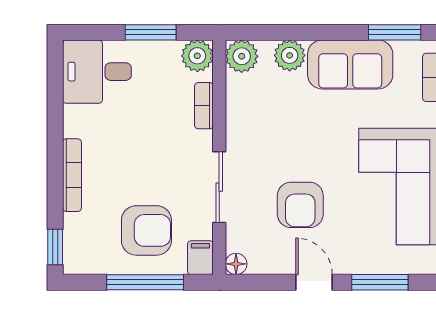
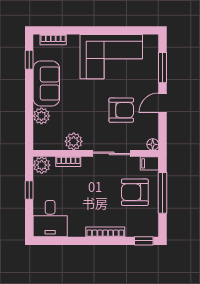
window: (151, 32) -> (29, 190), width x0.67
window: (395, 32) -> (29, 60), width x0.67
plant: (242, 56) -> (74, 141), moved
armchair: (146, 230) -> (135, 192), turned -90

